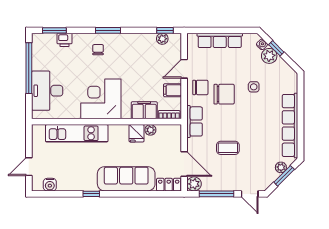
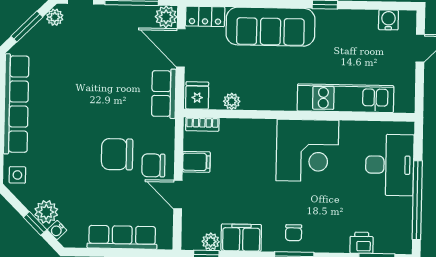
chair: (98, 50) -> (294, 233), moved
door: (184, 69) -> (178, 195), swing flipped
side table: (254, 87) -> (17, 175), moved
filing cabinet: (144, 110) -> (241, 238), moved, turned 180
row of seats: (195, 121) -> (164, 94), moved
fridge: (137, 133) -> (197, 95), moved
coffee table: (228, 148) -> (113, 71), removed
plant: (281, 167) -> (55, 17), moved

